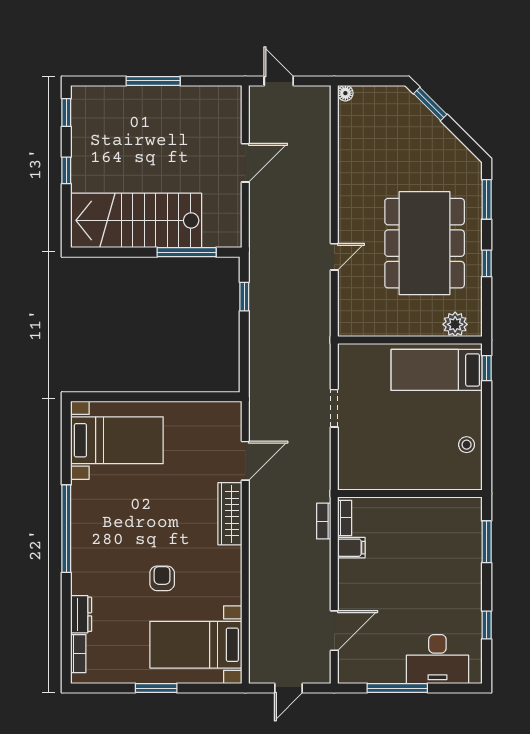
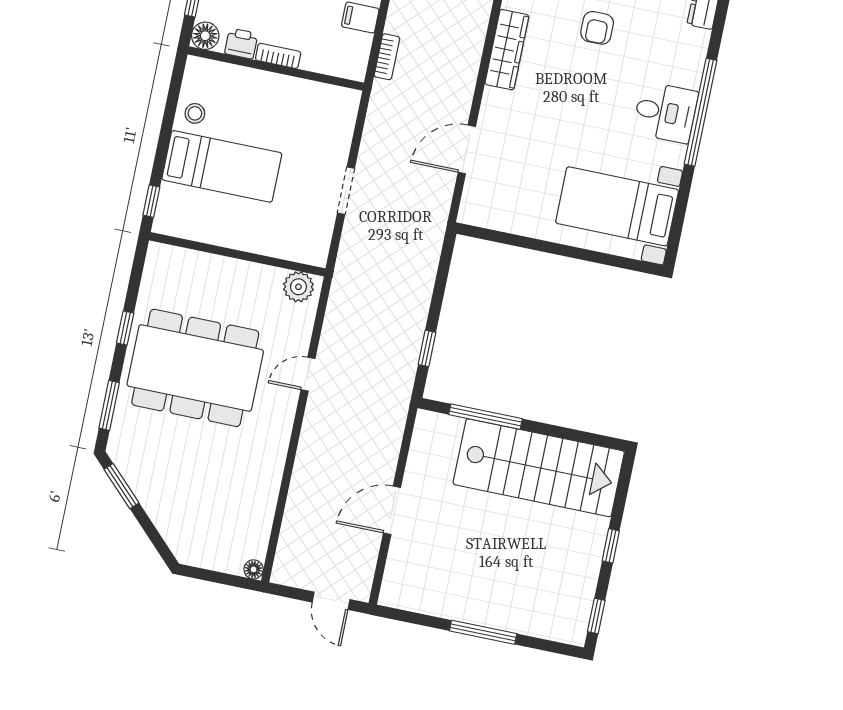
window: (430, 104) -> (121, 486), moved
dining table: (425, 243) -> (195, 368), turned 90
plant: (455, 324) -> (298, 287), moved
bed: (437, 370) -> (222, 166), moved
printer: (441, 508) -> (241, 44), added
floor lamp: (471, 508) -> (205, 36), added
wardrobe: (230, 514) -> (507, 50), moved
bookcase: (345, 518) -> (278, 56), moved, turned 90
desk: (94, 523) -> (665, 112), added

